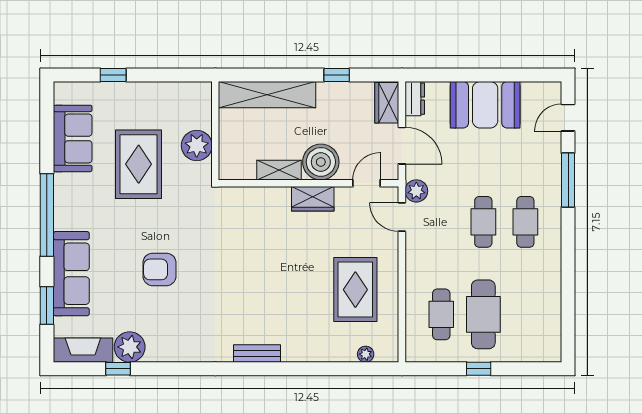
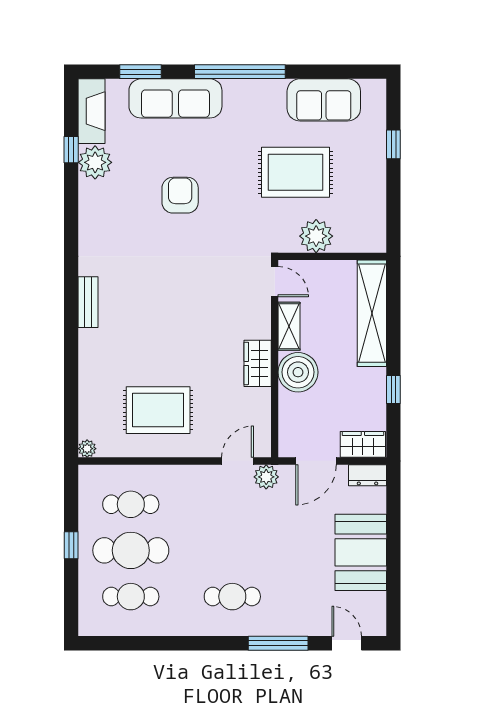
door: (366, 183) -> (275, 282), moved
cafe table: (483, 222) -> (131, 597), moved
plant: (366, 354) -> (87, 449), moved

